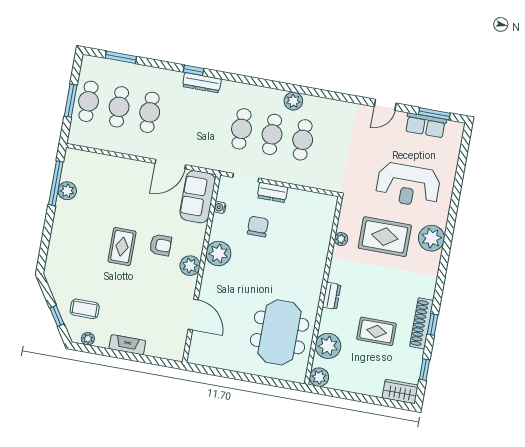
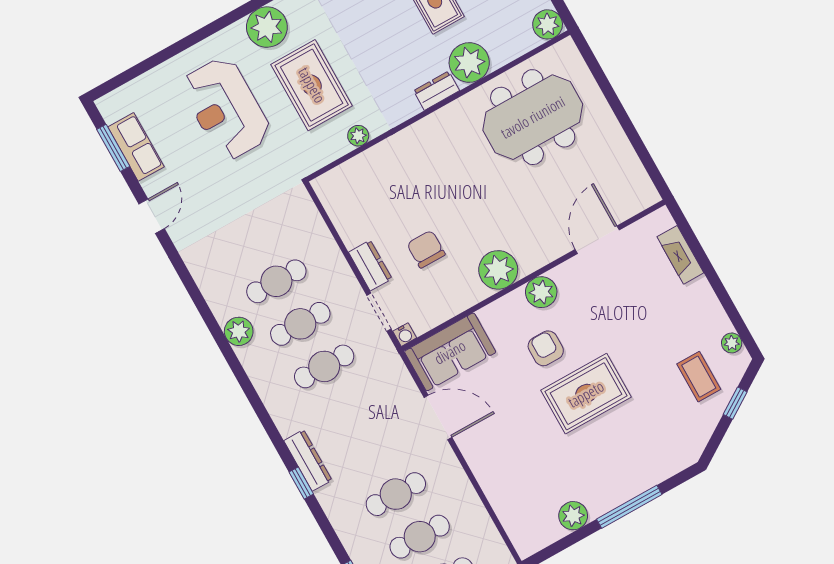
door: (385, 105) -> (152, 216), hinge flipped
window: (56, 183) -> (629, 507), moved
reception desk: (408, 185) -> (226, 109), turned 180
water cooler: (220, 207) -> (405, 335), moved
chair: (258, 226) -> (426, 249), turned 90
rug: (122, 247) -> (586, 394), width x1.36, depth x1.43
fireplace: (127, 345) -> (680, 255), moved
plant: (328, 346) -> (469, 62), moved

